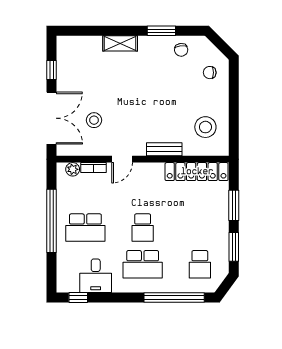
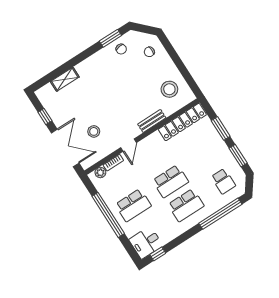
window: (161, 31) -> (110, 38), moved
shelving: (120, 43) -> (65, 79), moved
school desk: (143, 228) -> (171, 181), width x1.85
desk: (96, 276) -> (146, 243), moved, turned 90

